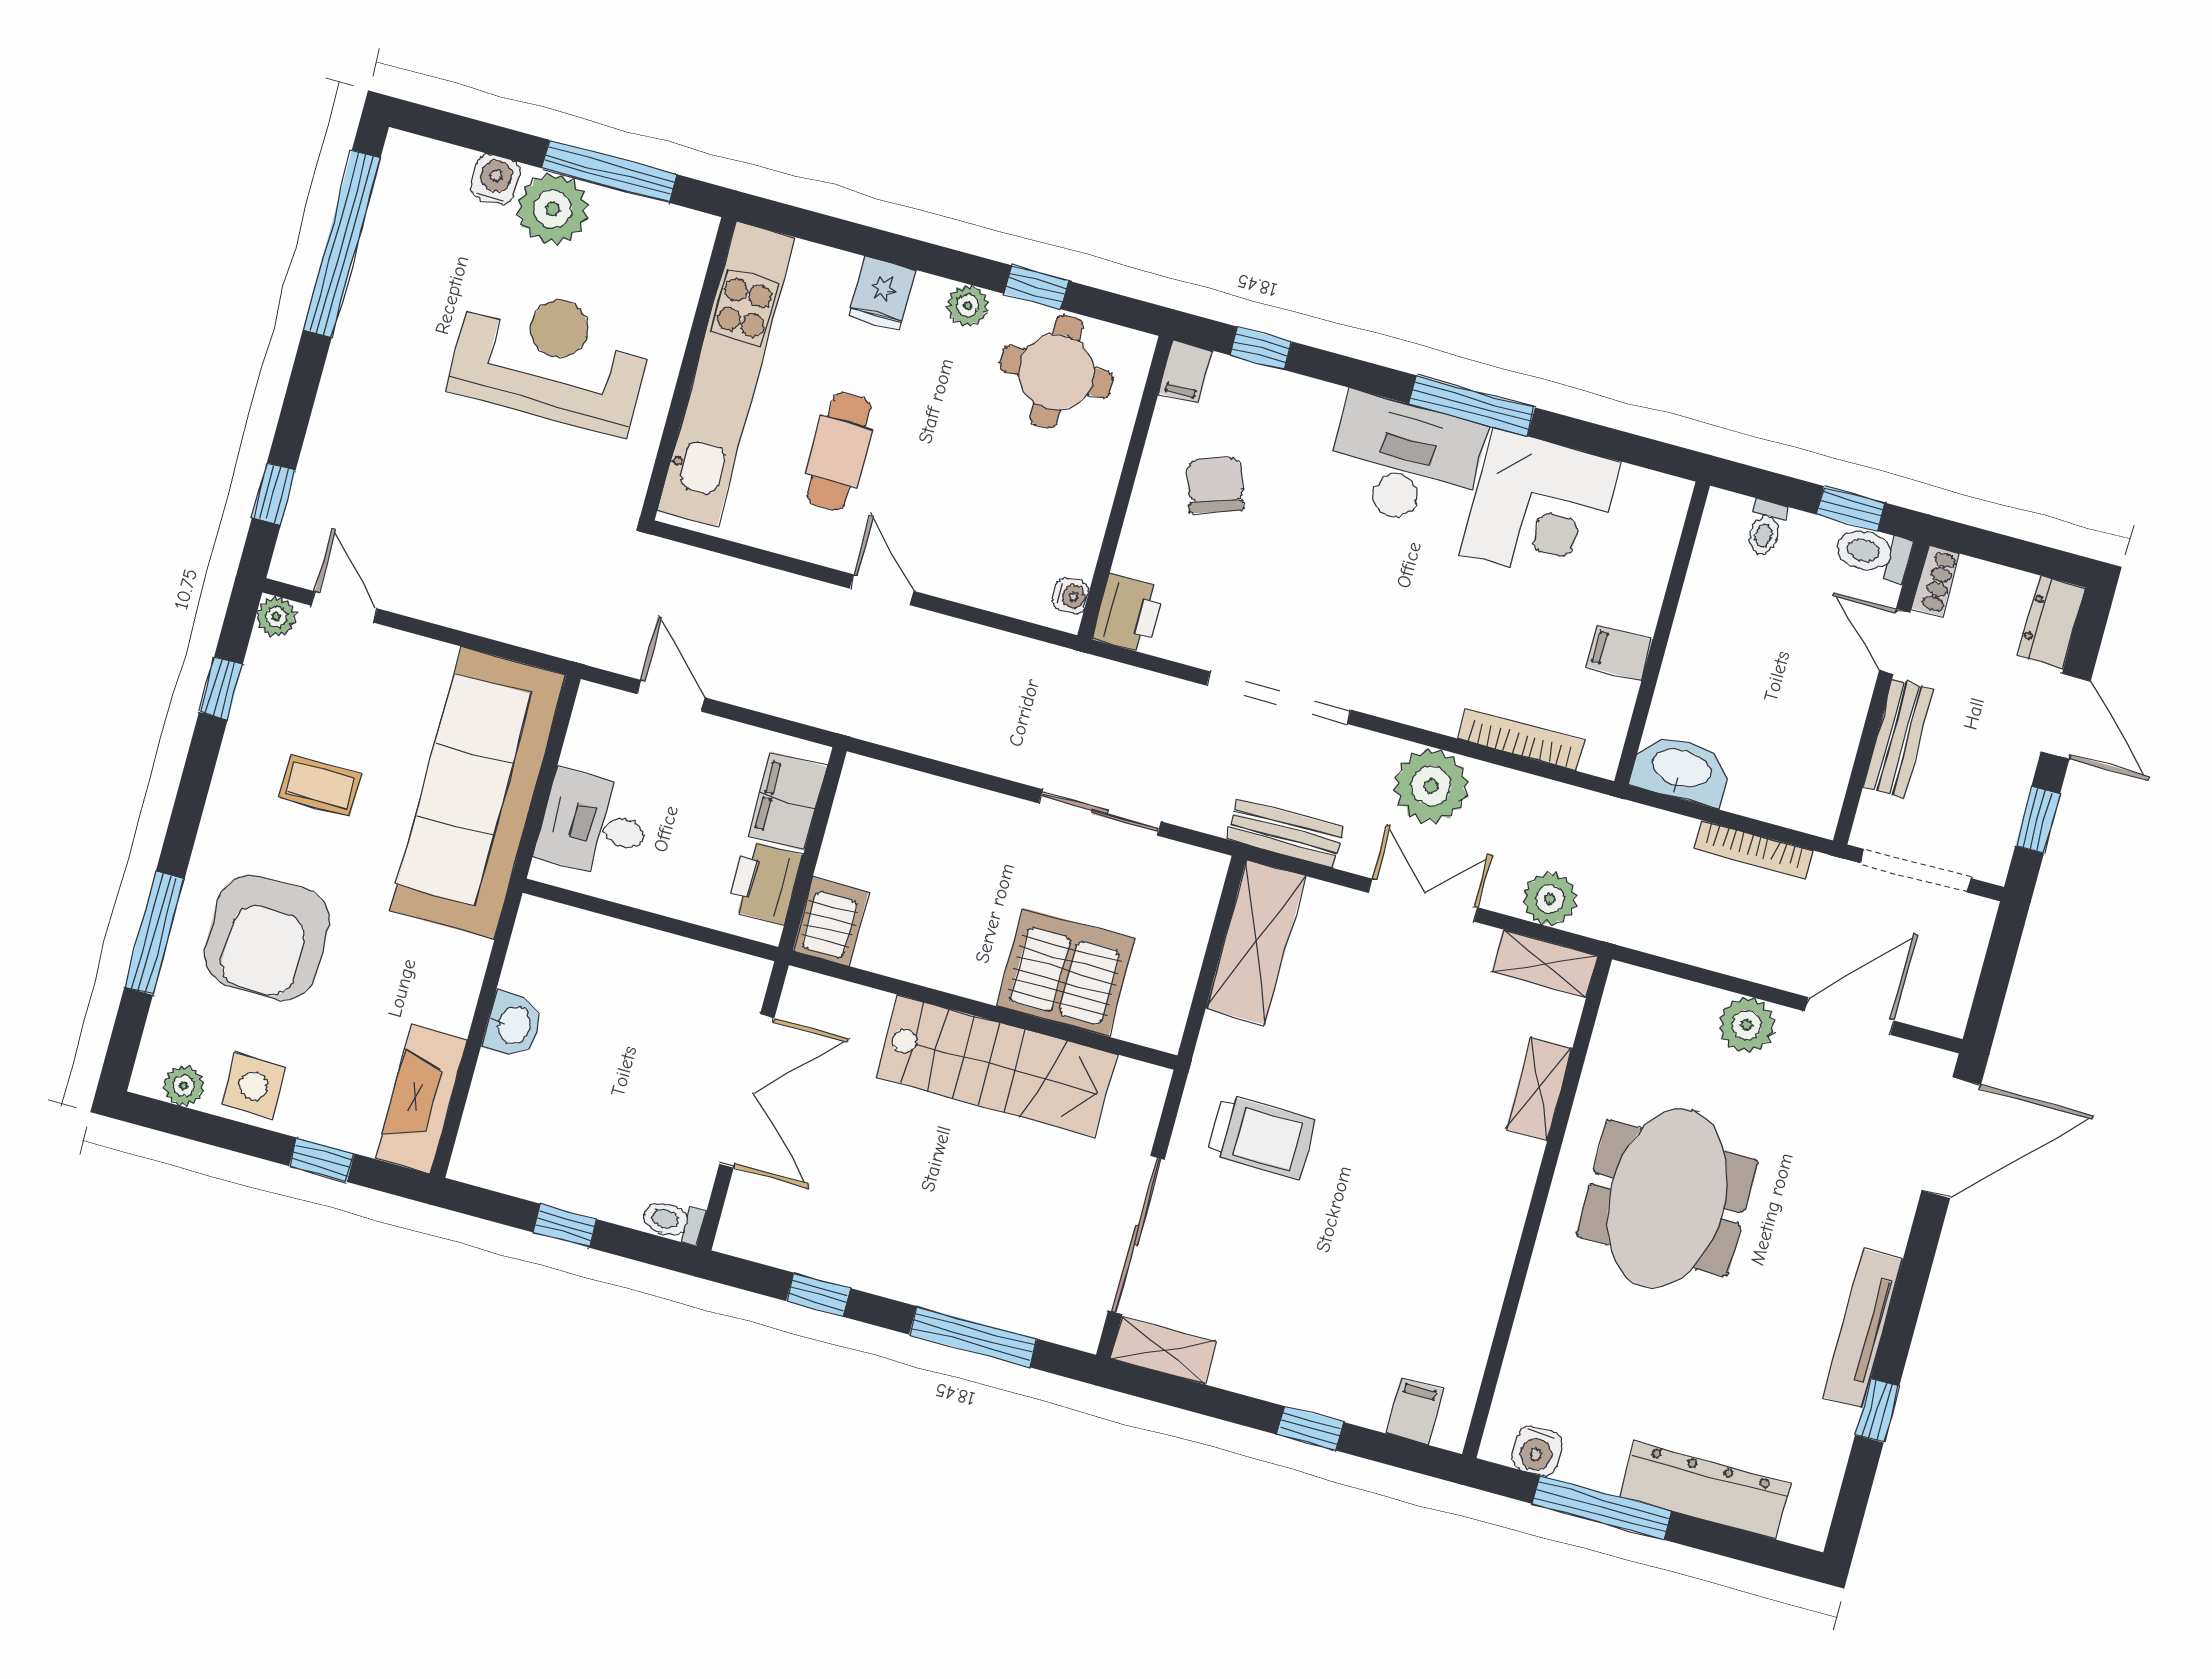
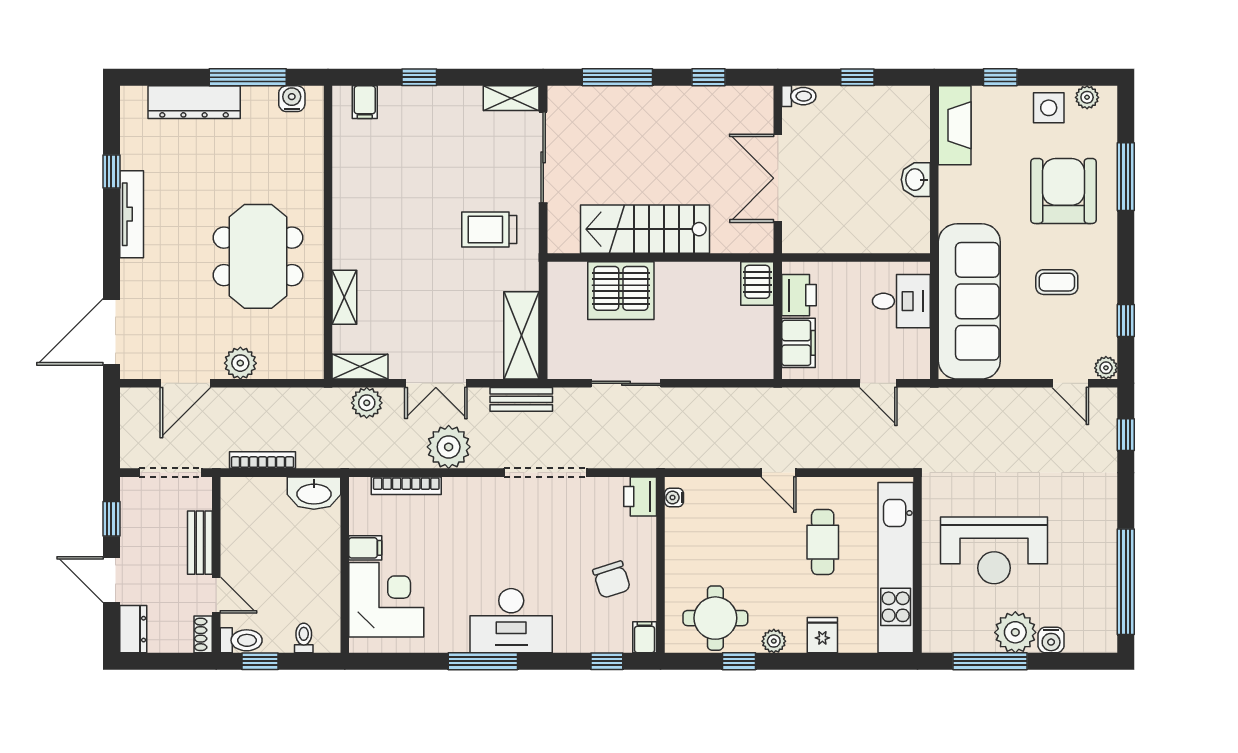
corner desk: (1540, 508) -> (386, 600), moved, turned 90

